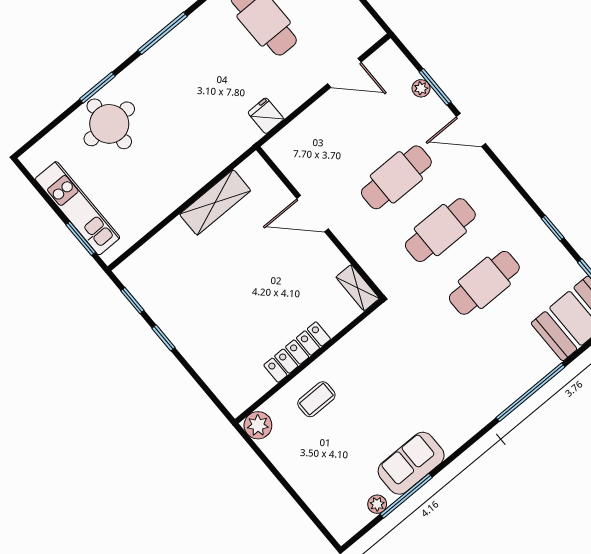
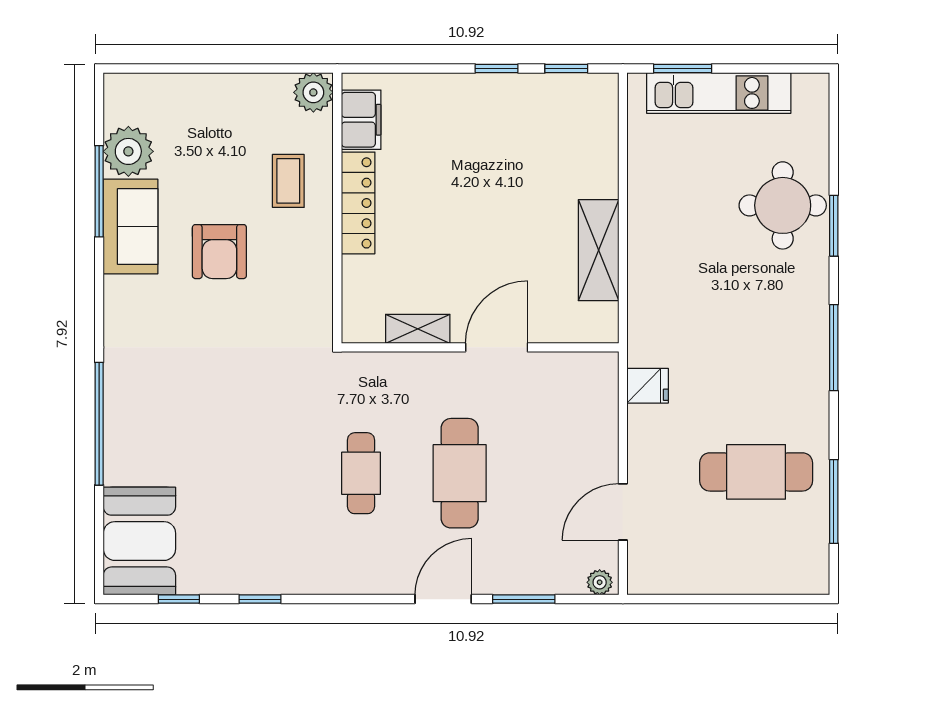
plant: (421, 88) -> (600, 582), moved
cafe table: (440, 230) -> (361, 473), width x0.73, depth x0.74
cafe table: (484, 283) -> (262, 473), removed
shelving: (358, 288) -> (418, 329), moved
filing cabinet: (251, 388) -> (361, 120), added
armchair: (385, 405) -> (219, 252), added
plant: (377, 504) -> (128, 151), width x1.88, depth x1.88

